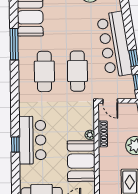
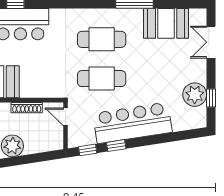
door: (110, 101) -> (66, 117), hinge flipped
plant: (90, 135) -> (26, 92), removed

